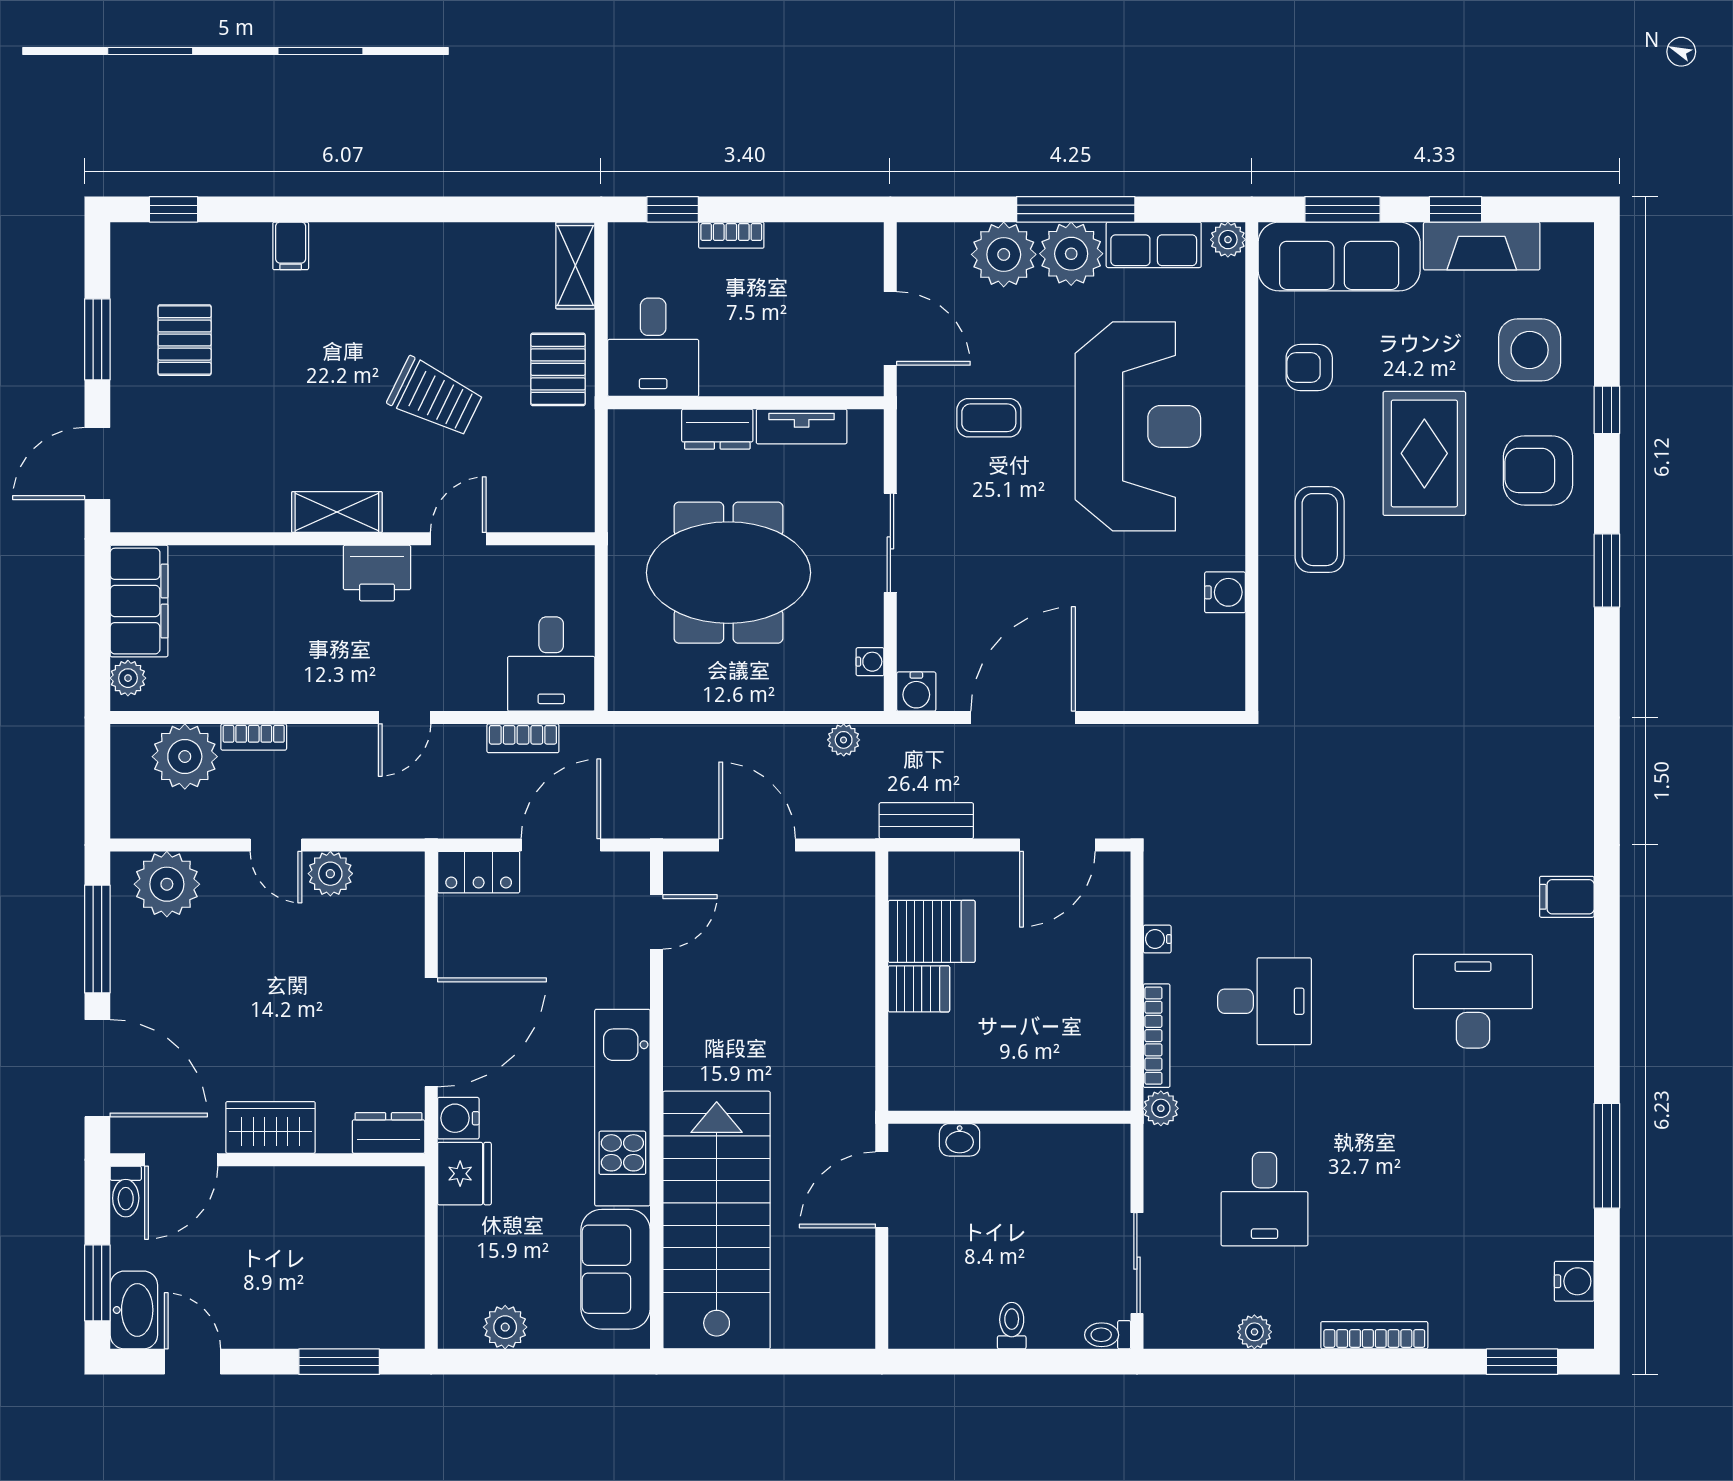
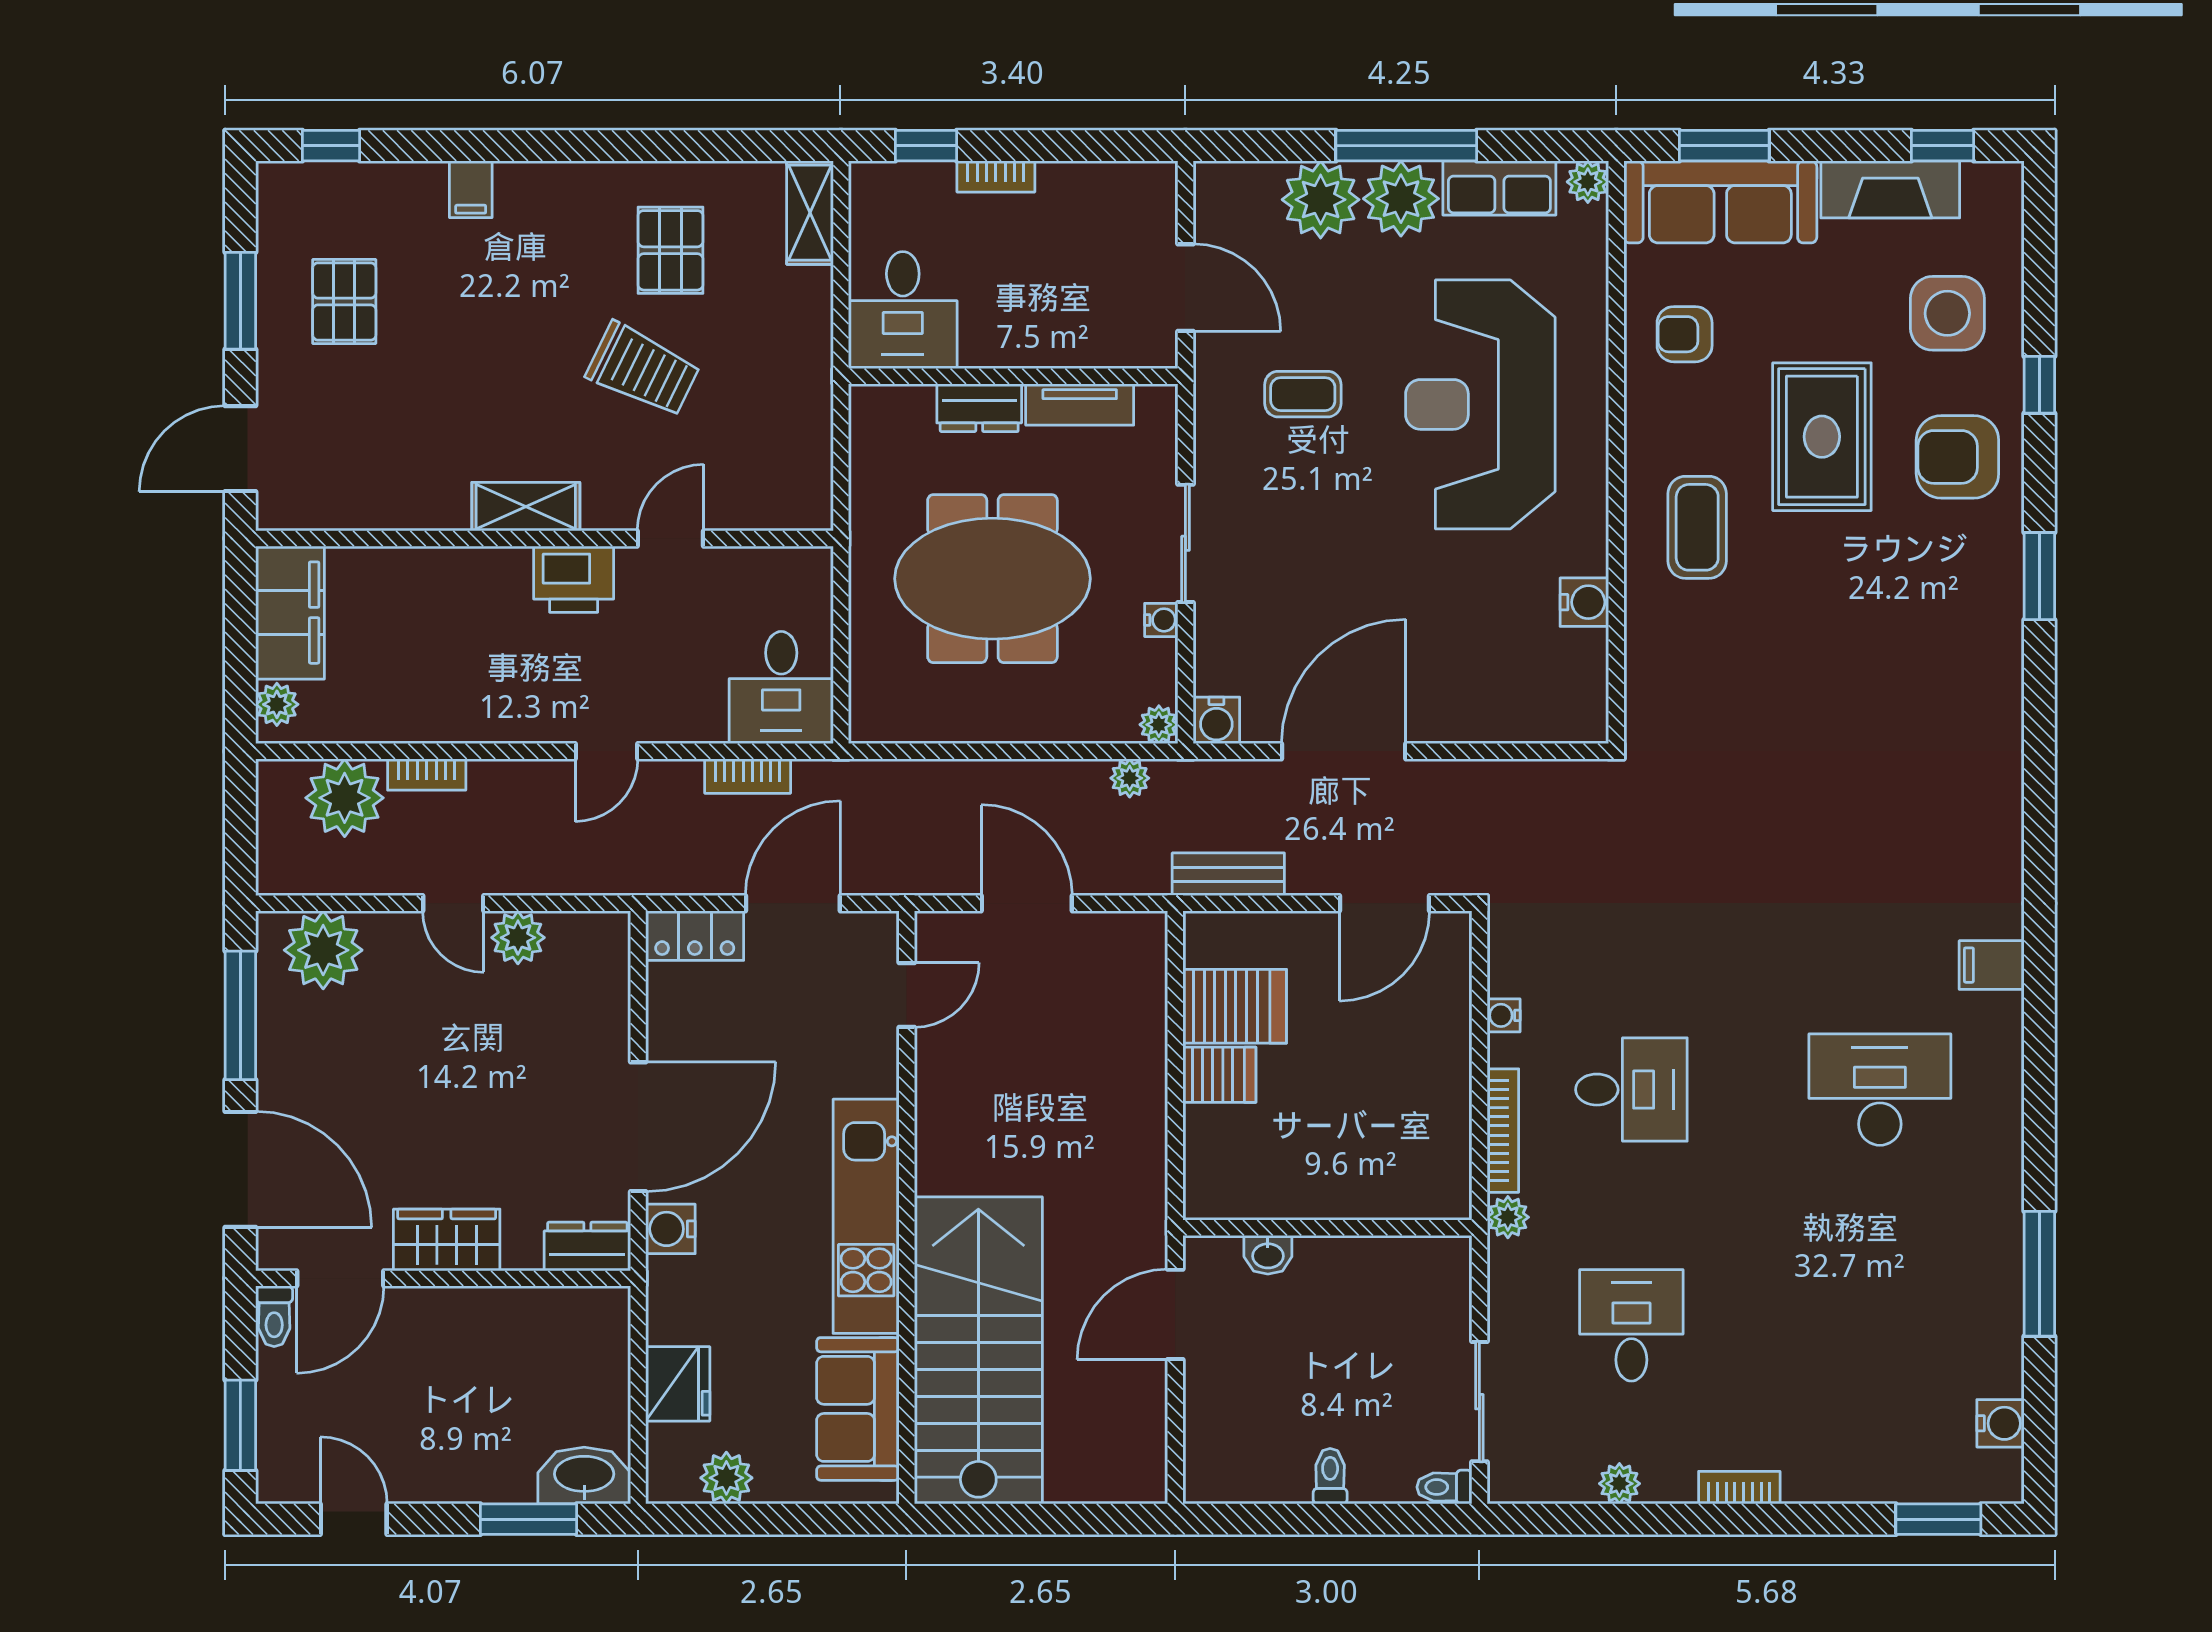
window: (1455, 209) -> (1943, 146), moved
pallet: (558, 369) -> (670, 250), moved
reception desk: (1138, 426) -> (1480, 404), turned 180
water cooler: (870, 662) -> (1161, 620), moved
plant: (868, 695) -> (1159, 725), added
fridge: (464, 1174) -> (678, 1384), moved
desk: (1265, 1199) -> (1631, 1325), turned 180
washbasin: (134, 1310) -> (584, 1476), moved, turned -90
bookcase: (1374, 1335) -> (1739, 1488), width x0.64

